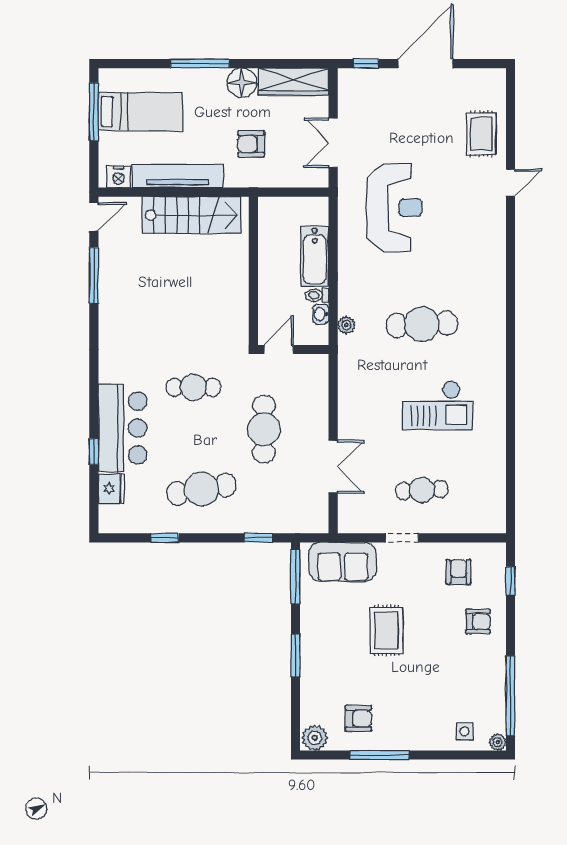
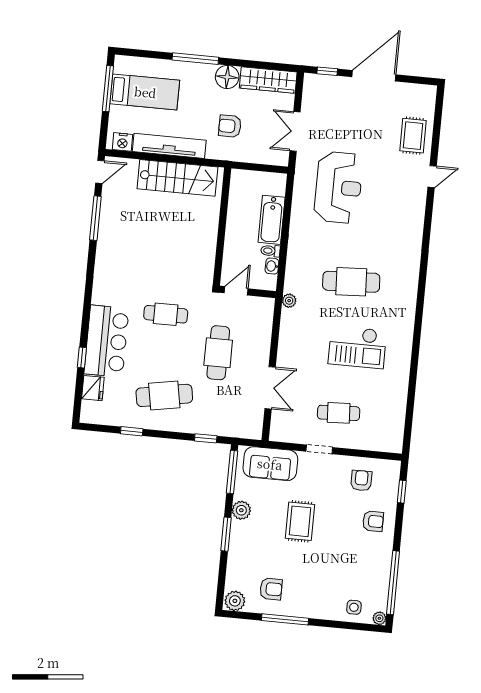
plant: (346, 325) -> (289, 301), moved
plant: (312, 624) -> (241, 510), added

